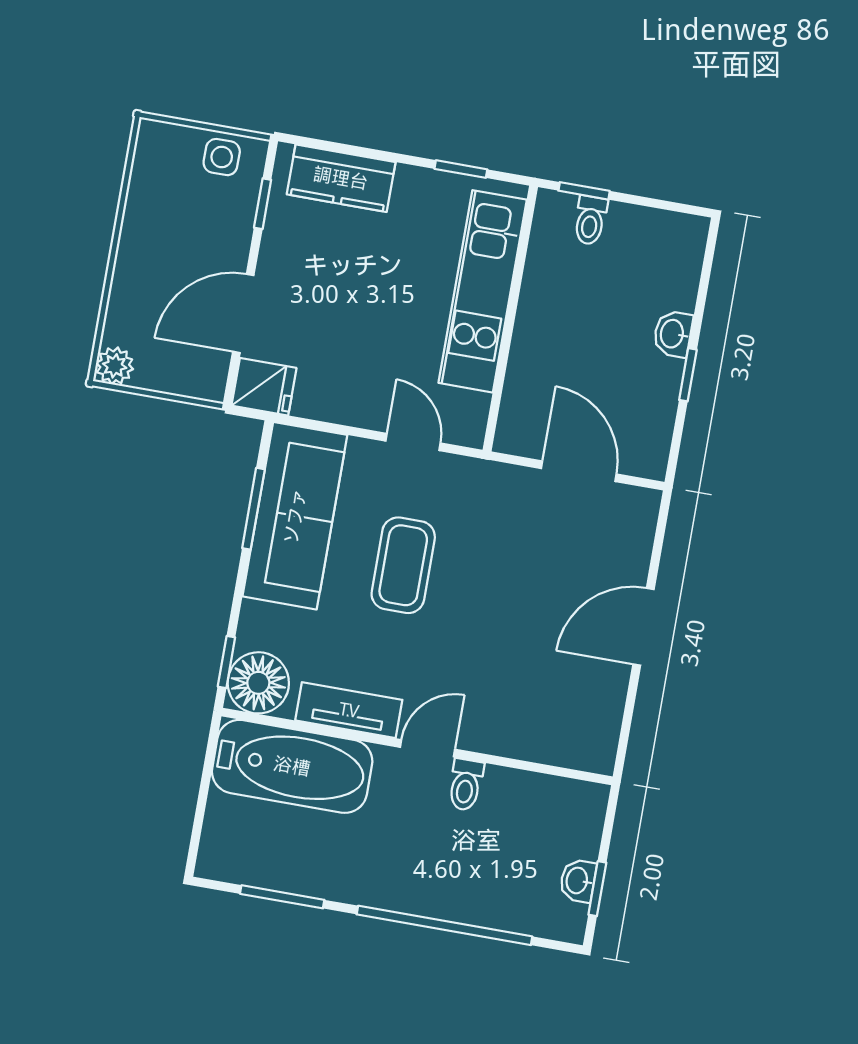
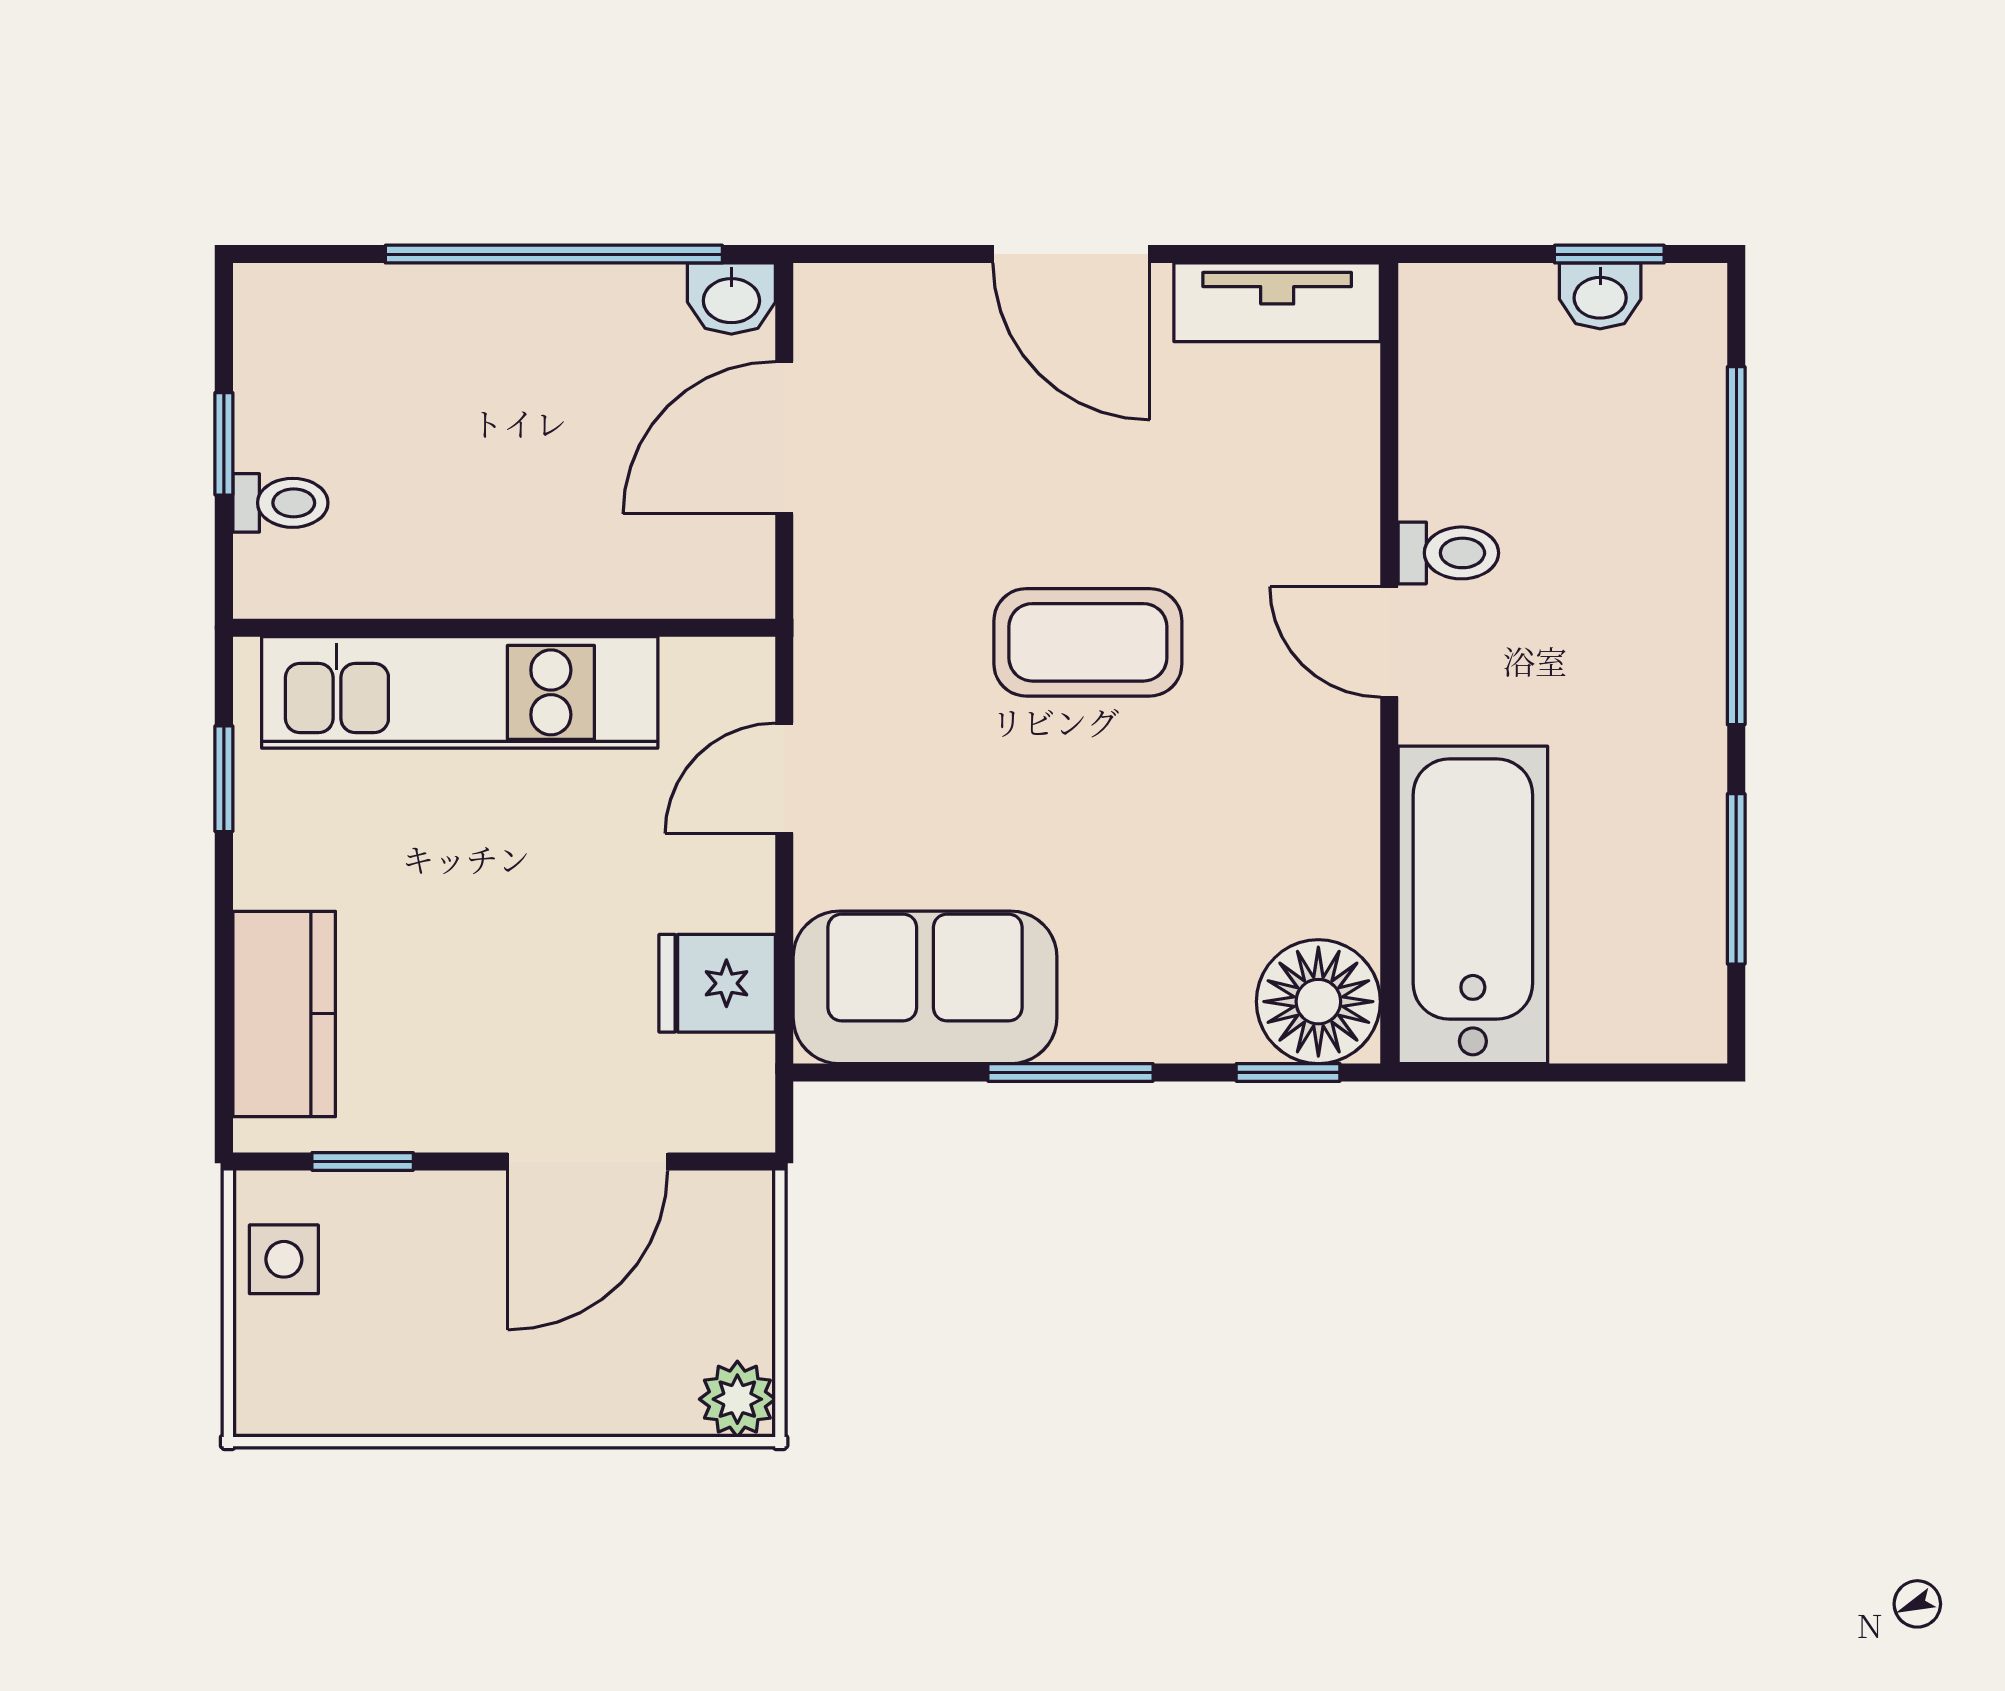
window: (584, 191) -> (224, 444), moved
door: (243, 313) -> (588, 1161), hinge flipped
washbasin: (673, 334) -> (731, 299), moved
window: (688, 375) -> (554, 254), width x3.17
fridge: (264, 387) -> (717, 983), moved, turned -90
window: (253, 509) -> (1071, 1072), moved
sofa: (295, 516) -> (925, 987), width x0.73
coffee table: (403, 565) -> (1088, 642), moved
tv unit: (349, 710) -> (1277, 302), moved, turned -90

